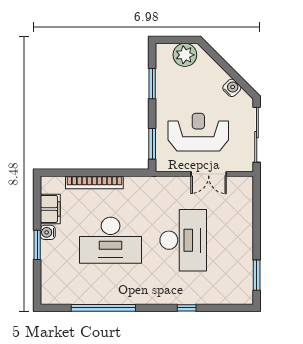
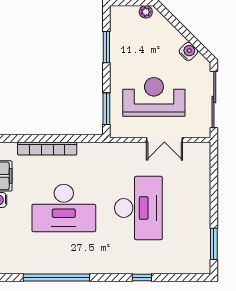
plant: (185, 55) -> (146, 12), width x0.53, depth x0.53

